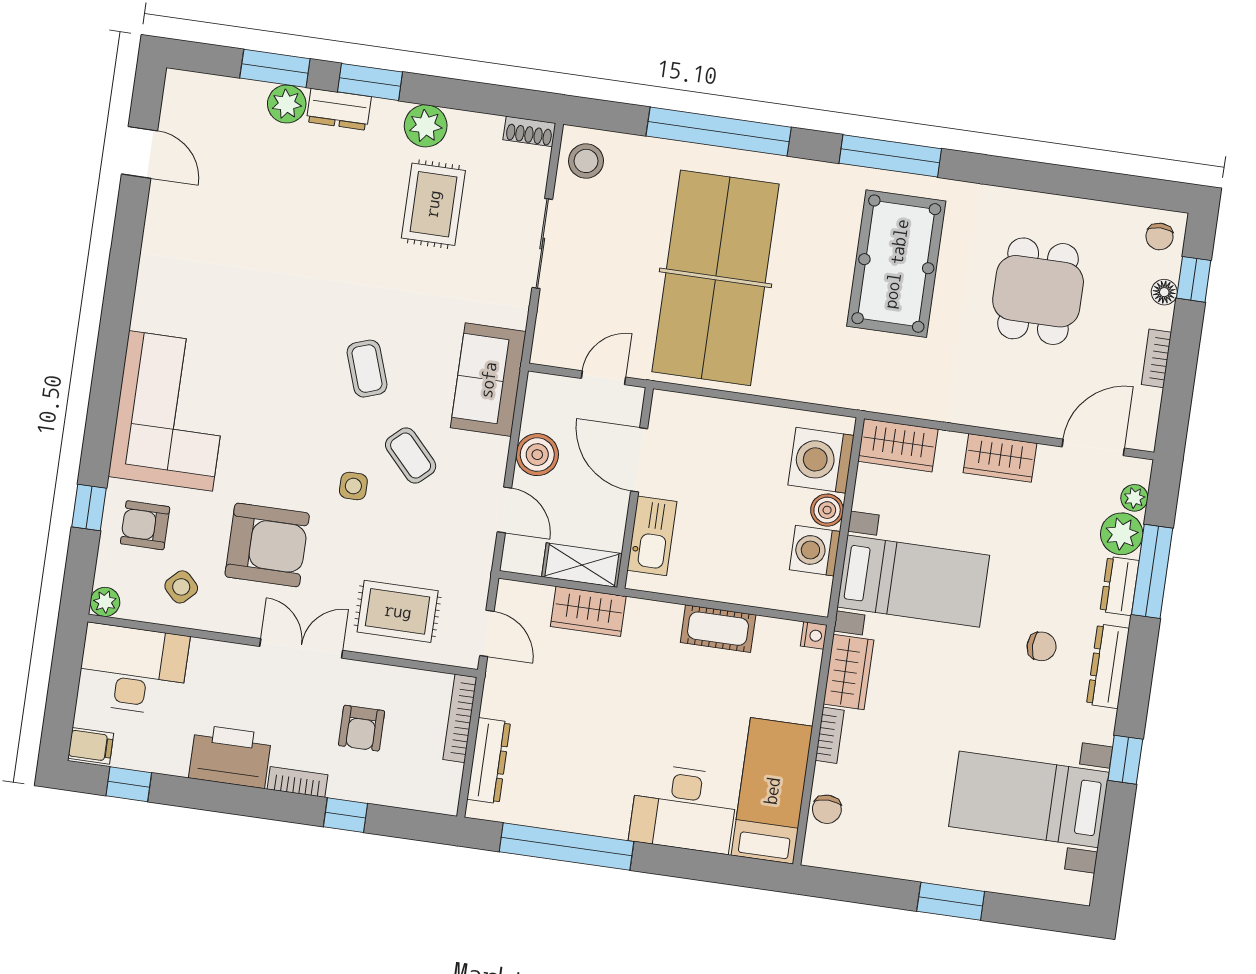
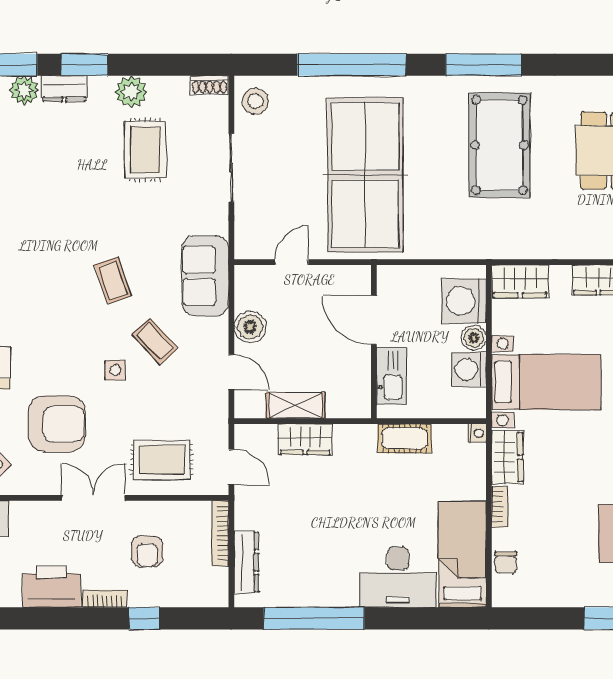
door: (639, 460) -> (374, 320), moved
wall: (635, 488) -> (374, 342), moved
kitchen sink: (652, 536) -> (392, 376), moved

